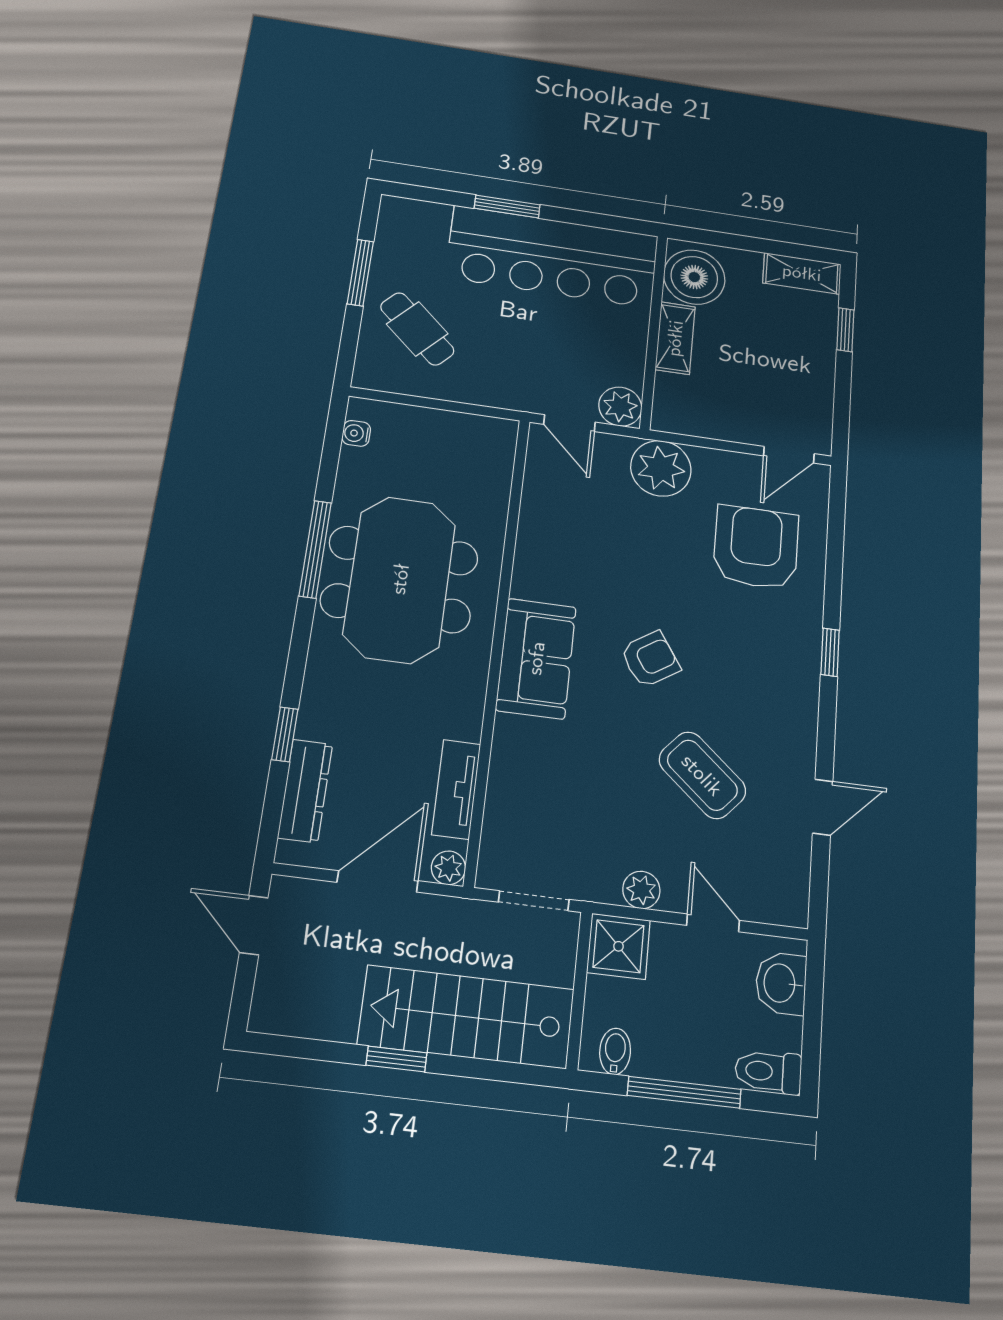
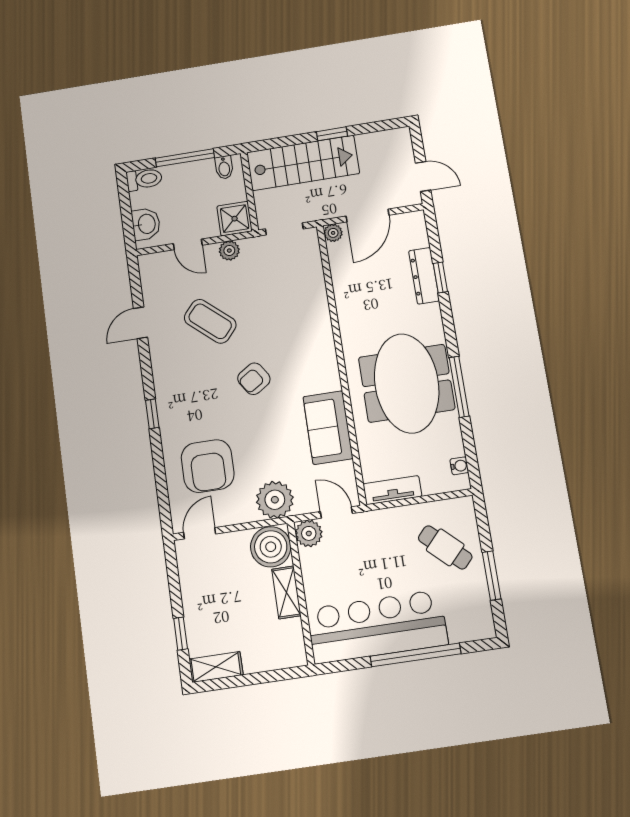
window: (507, 207) -> (416, 655), width x2.11
boiler: (694, 277) -> (271, 547), moved
sofa: (536, 658) -> (328, 428), moved
tv unit: (456, 789) -> (392, 490), moved, turned -90
dresser: (305, 791) -> (424, 276), moved

